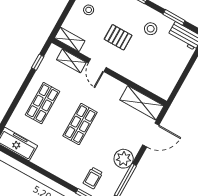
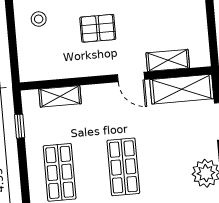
shelving: (70, 39) -> (168, 60), moved
door: (97, 65) -> (131, 77), moved

